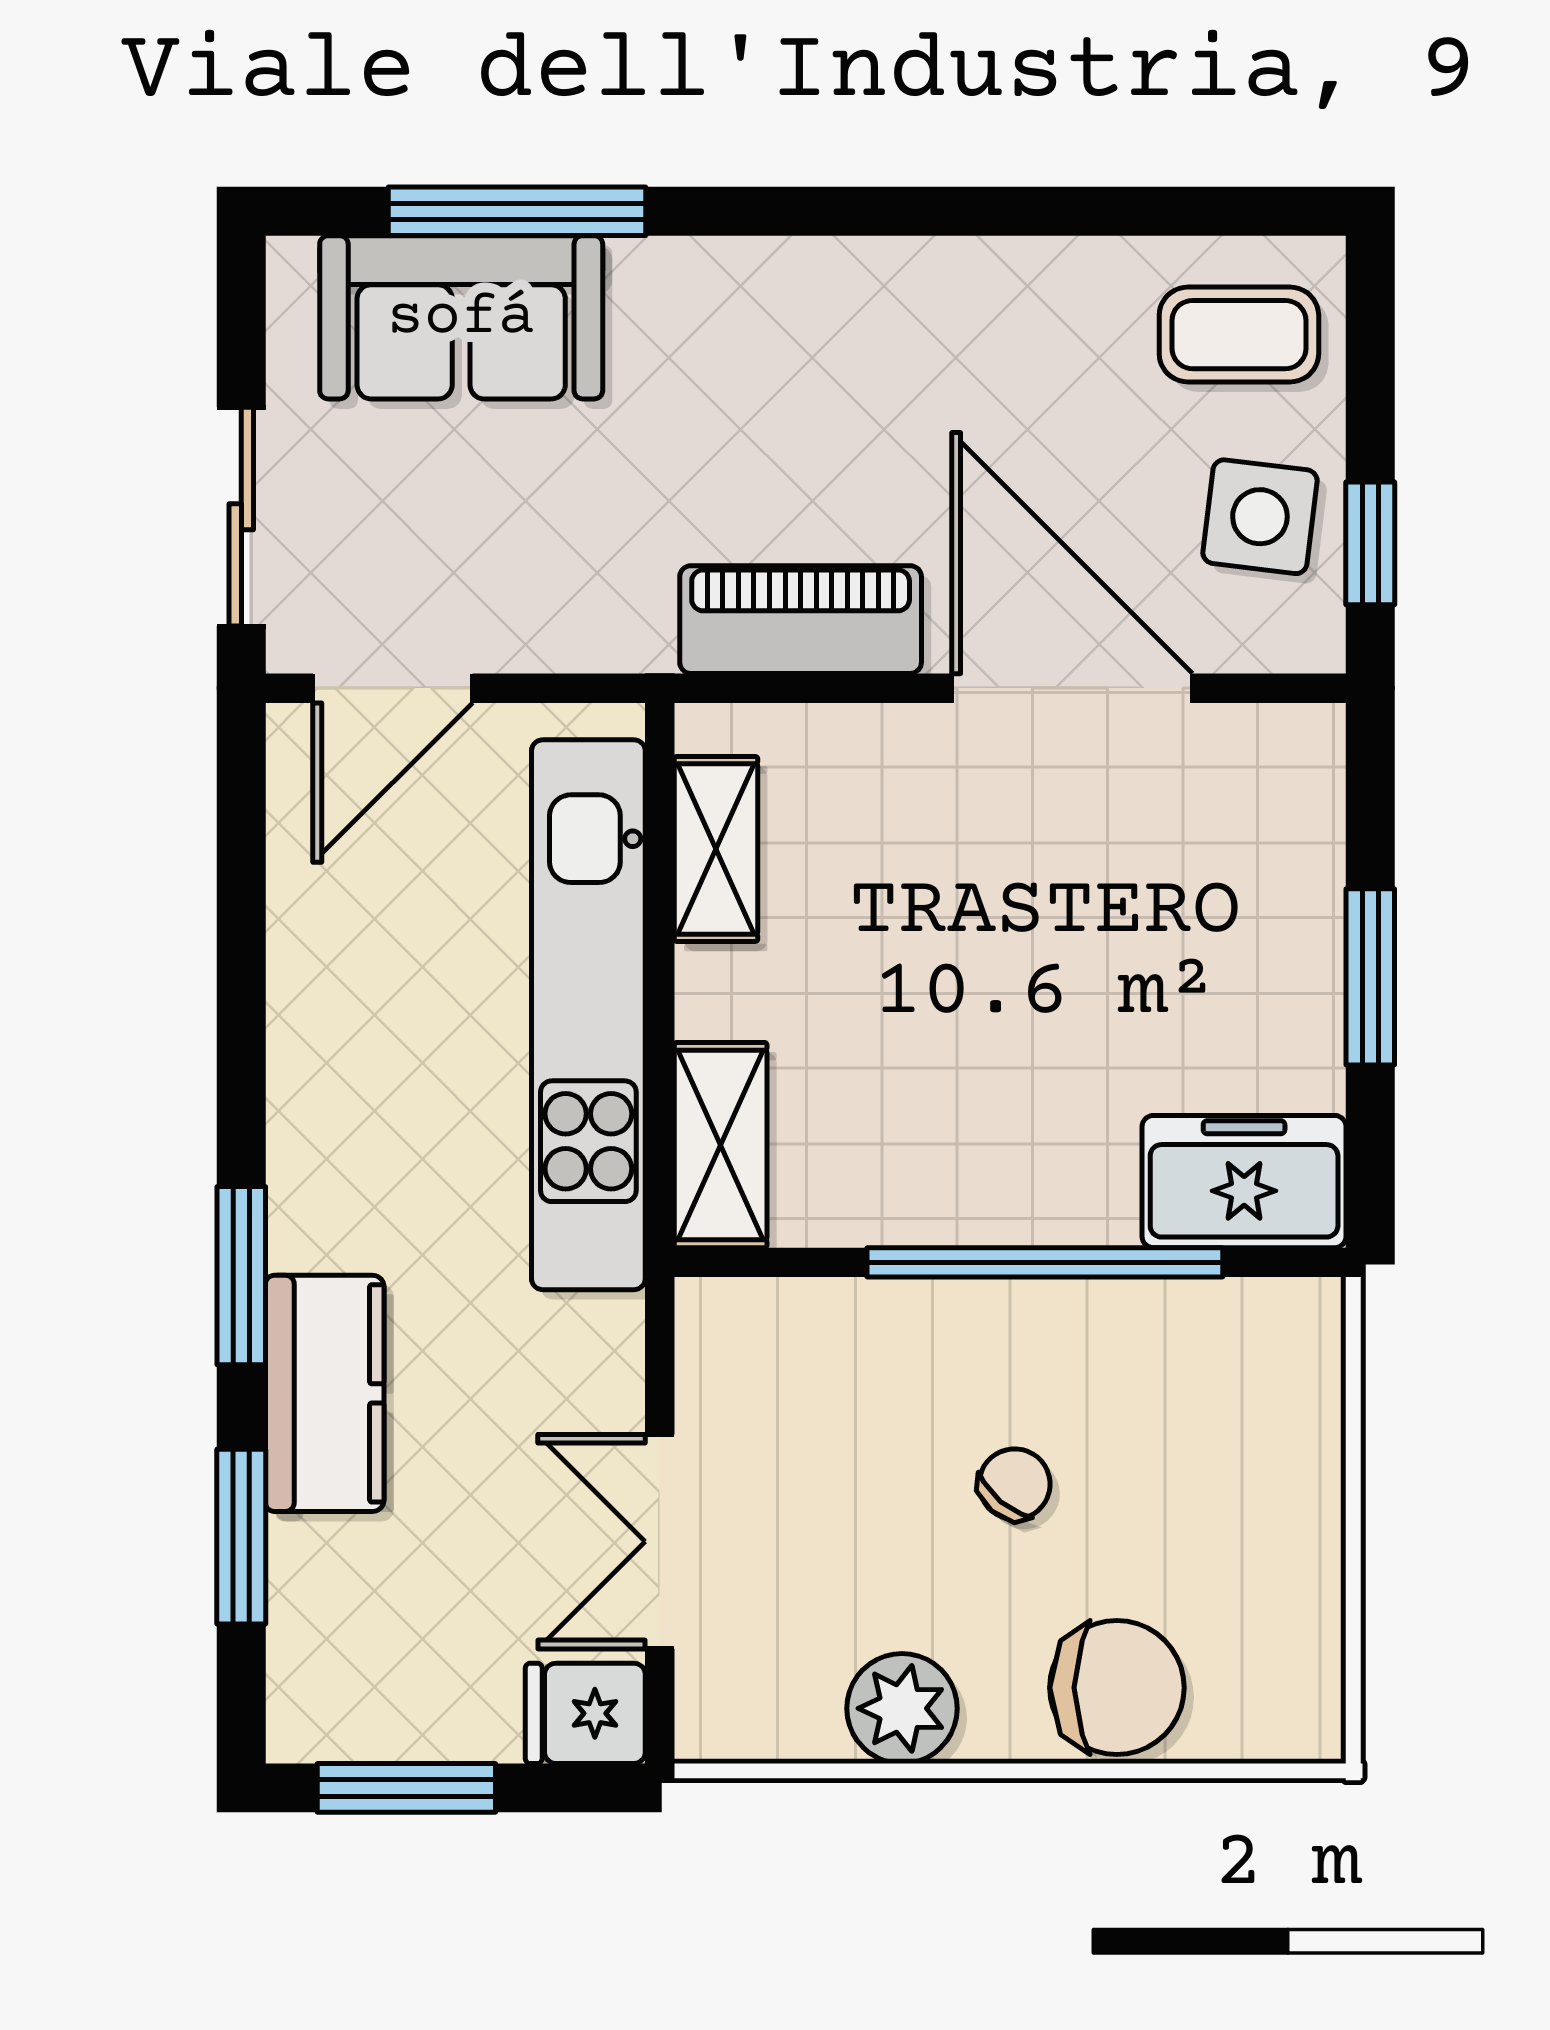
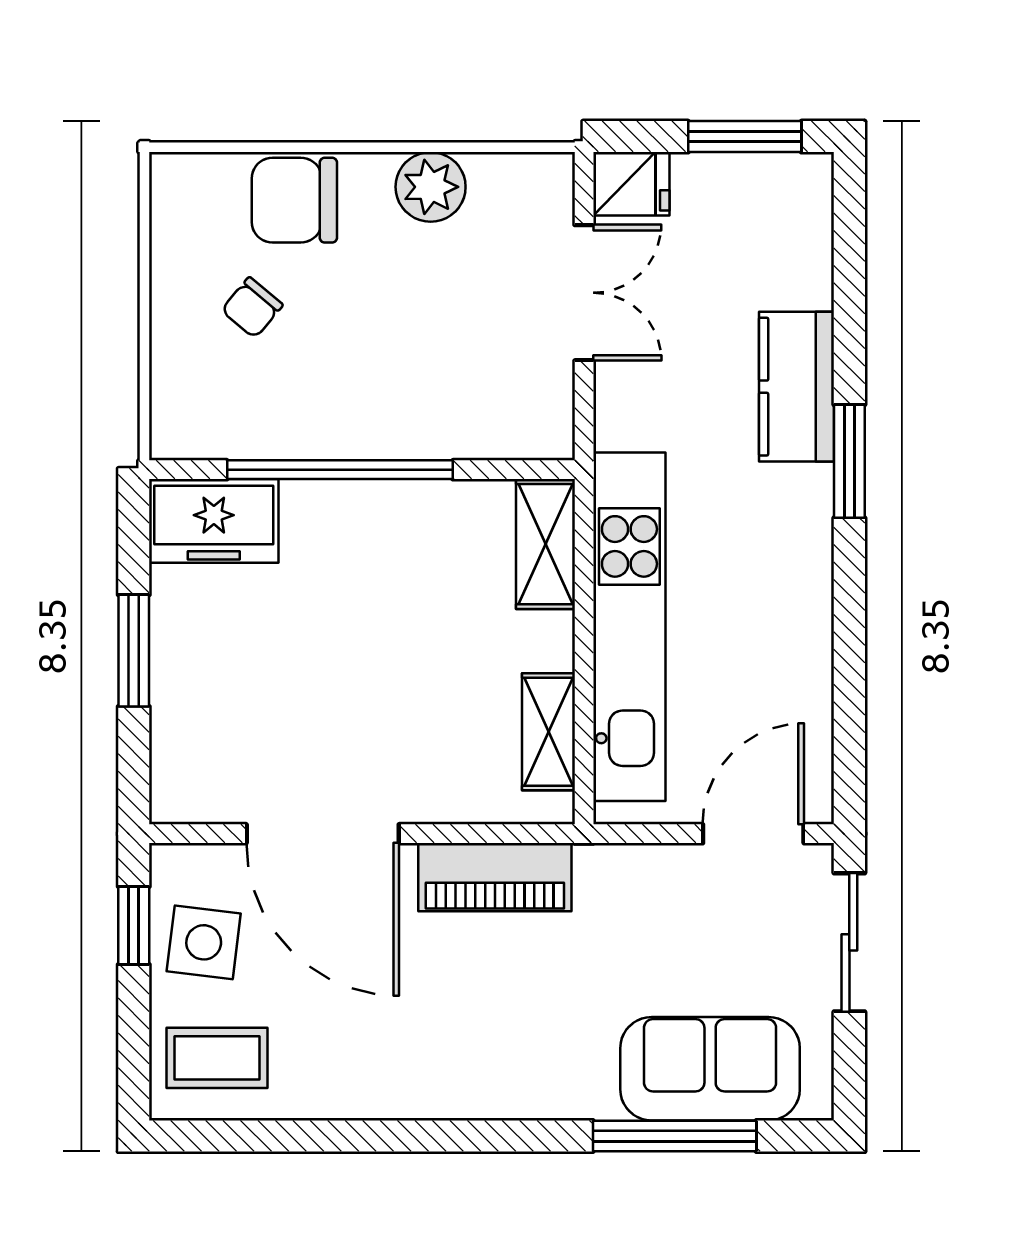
chair: (1015, 1484) -> (252, 308), moved
window: (241, 1537) -> (849, 296), removed

